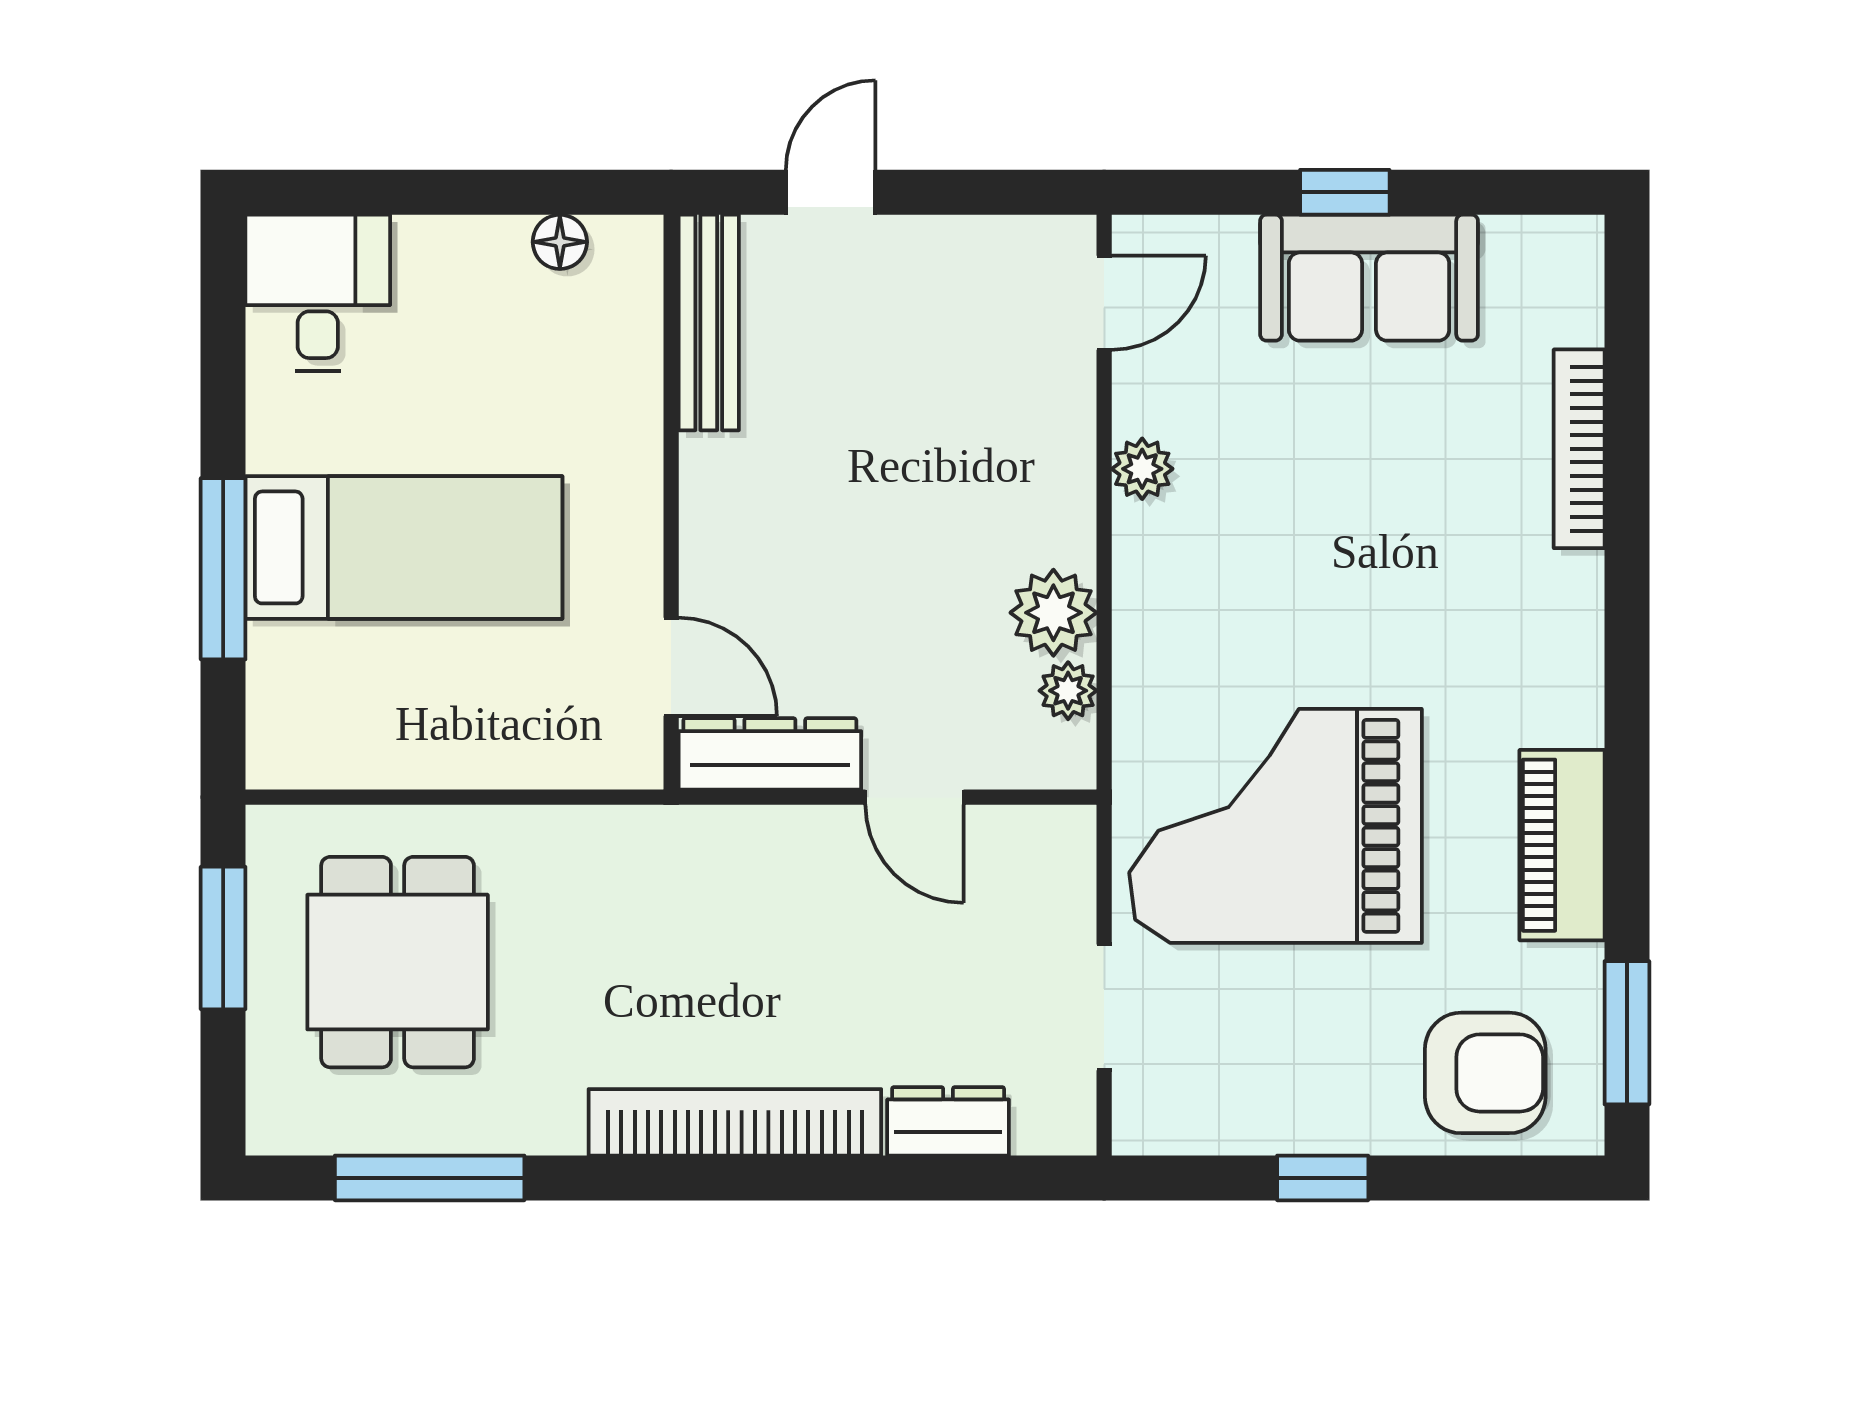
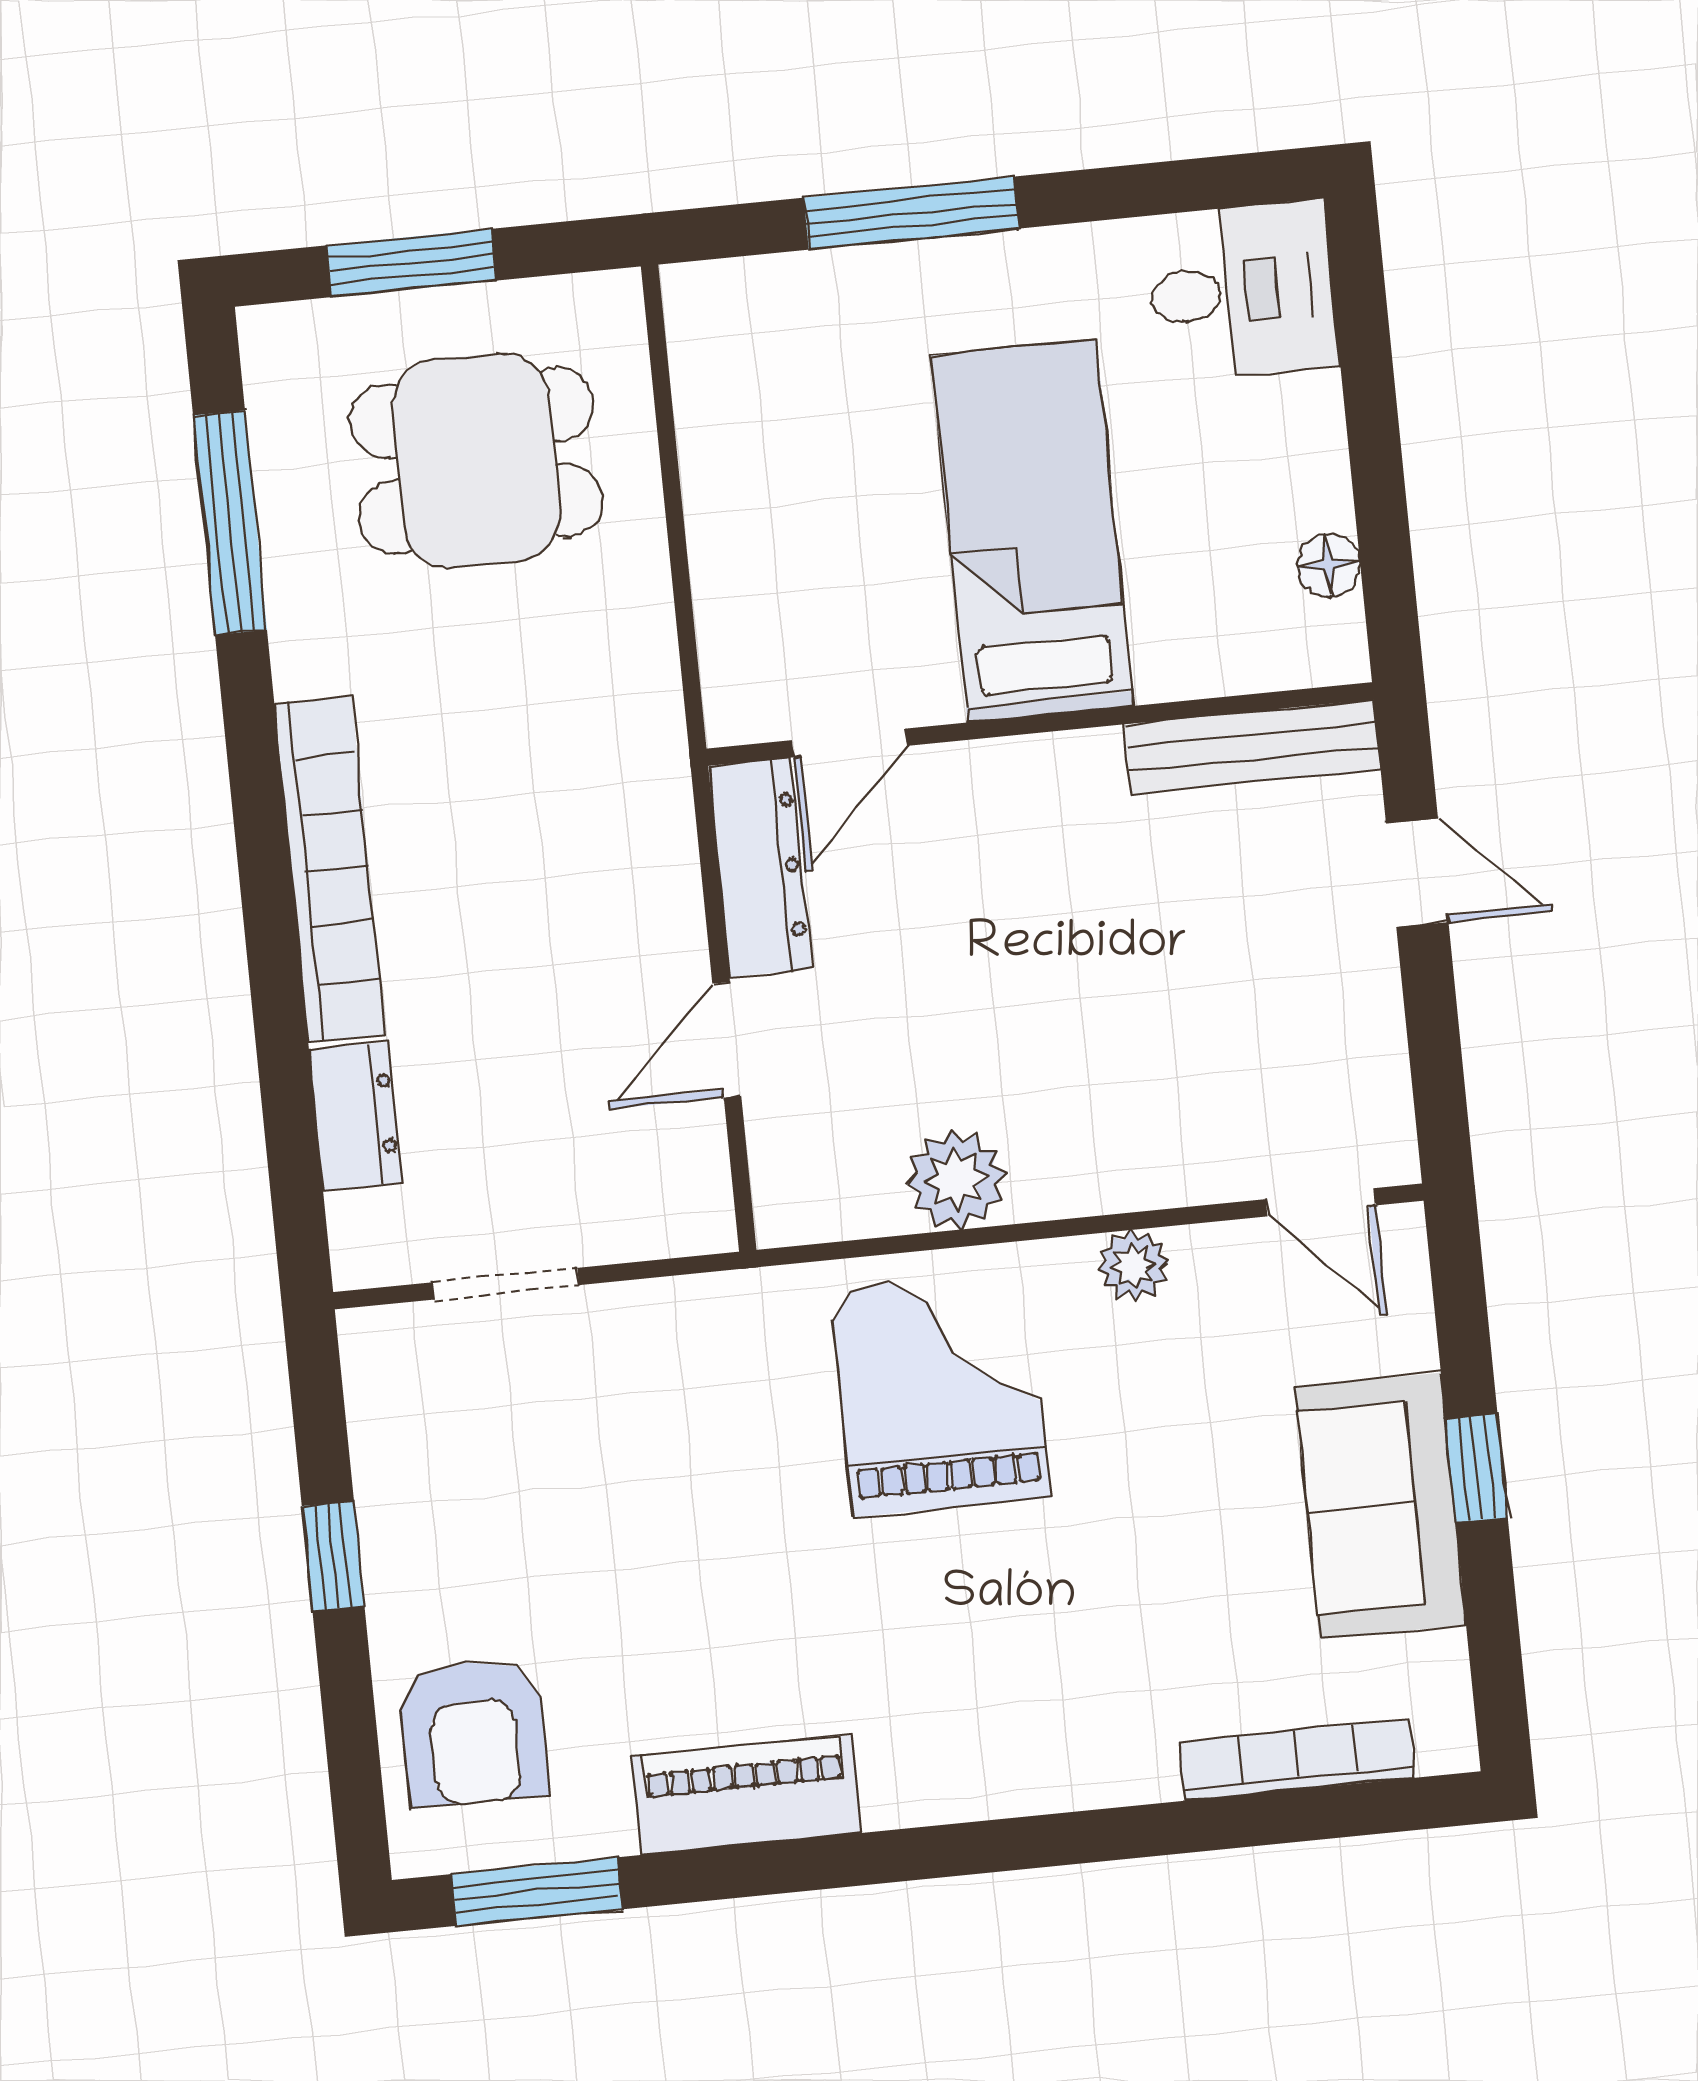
bookcase: (1579, 449) -> (1297, 1760), moved
bed: (404, 547) -> (1032, 531), moved, turned 180
plant: (1068, 691) -> (868, 1205), removed
grand piano: (1275, 826) -> (941, 1393), moved, width x0.73, depth x0.68
window: (223, 938) -> (411, 263), moved

